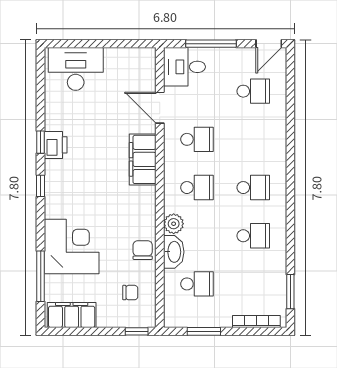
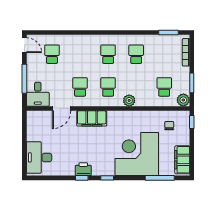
corner desk: (72, 247) -> (137, 154), width x1.36, depth x1.36
chair: (143, 250) -> (144, 118), removed
washbasin: (174, 252) -> (145, 100), removed
plant: (174, 317) -> (183, 100), added

